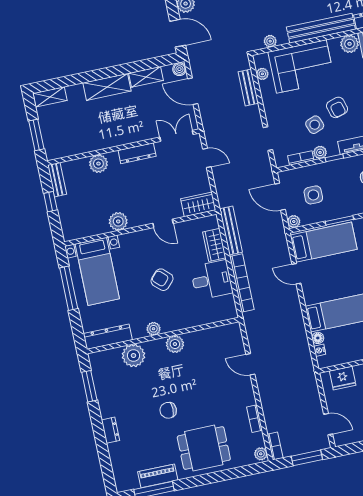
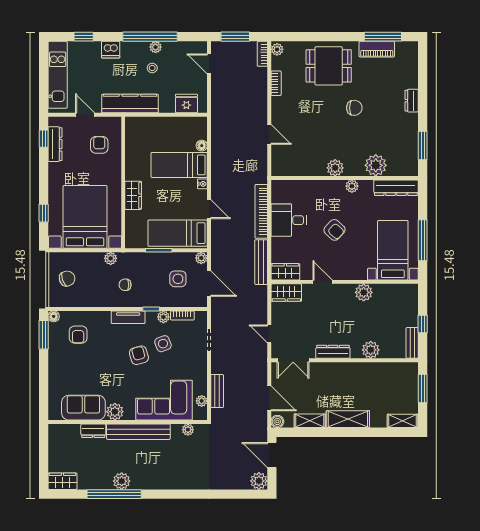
wardrobe: (214, 245) -> (285, 272), moved, turned -90
nightstand: (320, 350) -> (202, 184), moved

